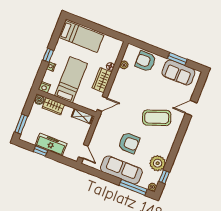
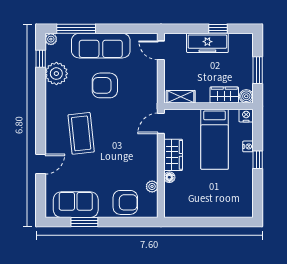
bed: (81, 36) -> (224, 202), removed
coffee table: (157, 118) -> (81, 133), turned -76
window: (21, 124) -> (258, 70), moved

